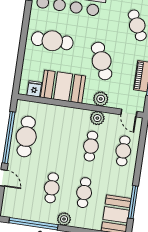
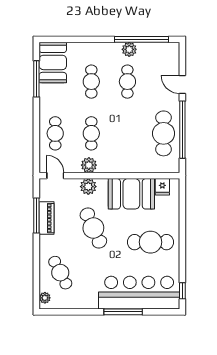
plant: (64, 219) -> (129, 49), moved

